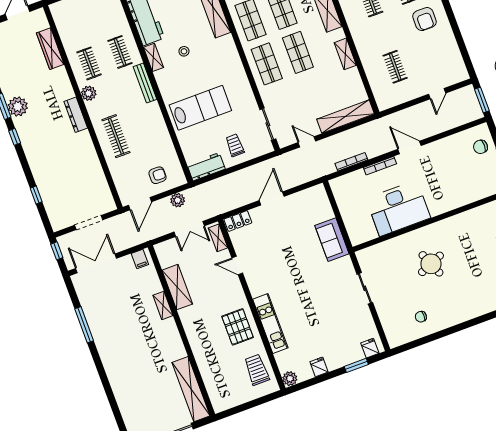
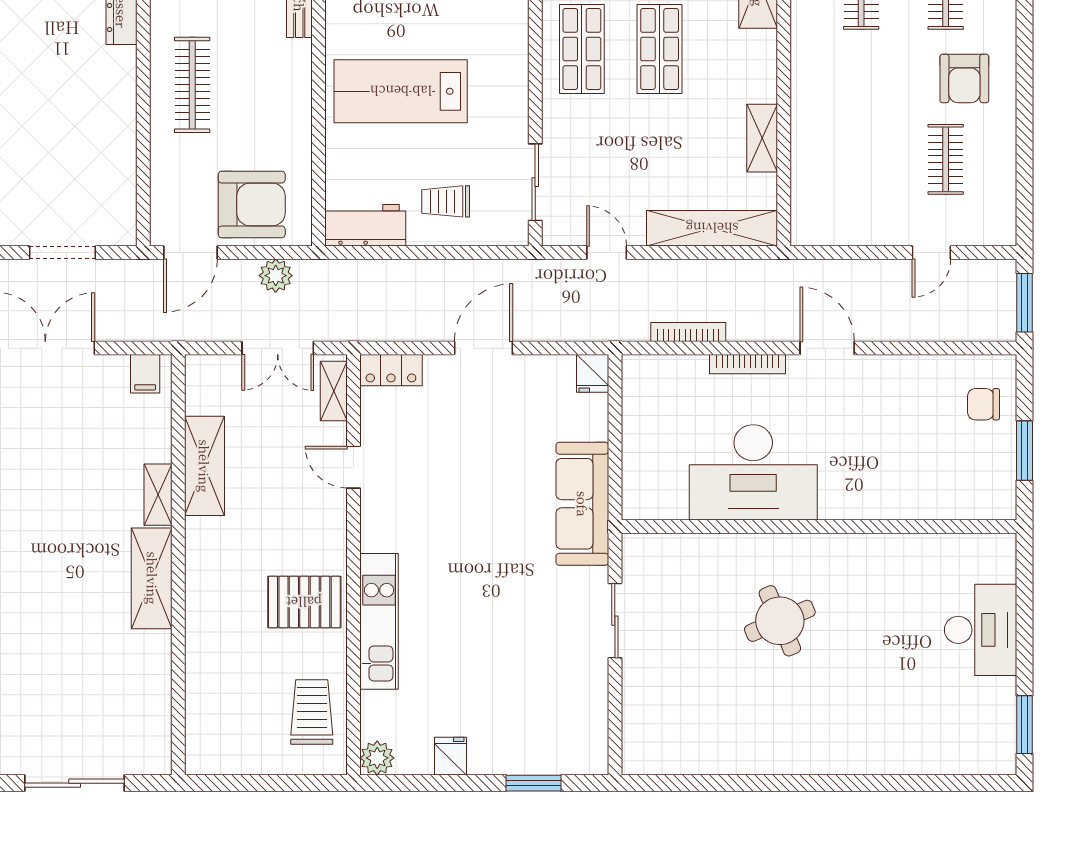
shelving: (345, 54) -> (762, 138), moved
clothes rail: (395, 67) -> (946, 159), moved
lab bench: (200, 108) -> (401, 91), turned 180
trolley: (235, 145) -> (446, 201), turned -90
armchair: (157, 175) -> (252, 204), width x1.88, depth x1.88
sofa: (332, 240) -> (582, 504), width x1.36
chair: (421, 317) -> (715, 729), removed
pallet: (238, 327) -> (304, 602), turned 90
fridge: (370, 348) -> (593, 373), moved, turned 180
shelving: (191, 389) -> (152, 578), moved, width x0.68

